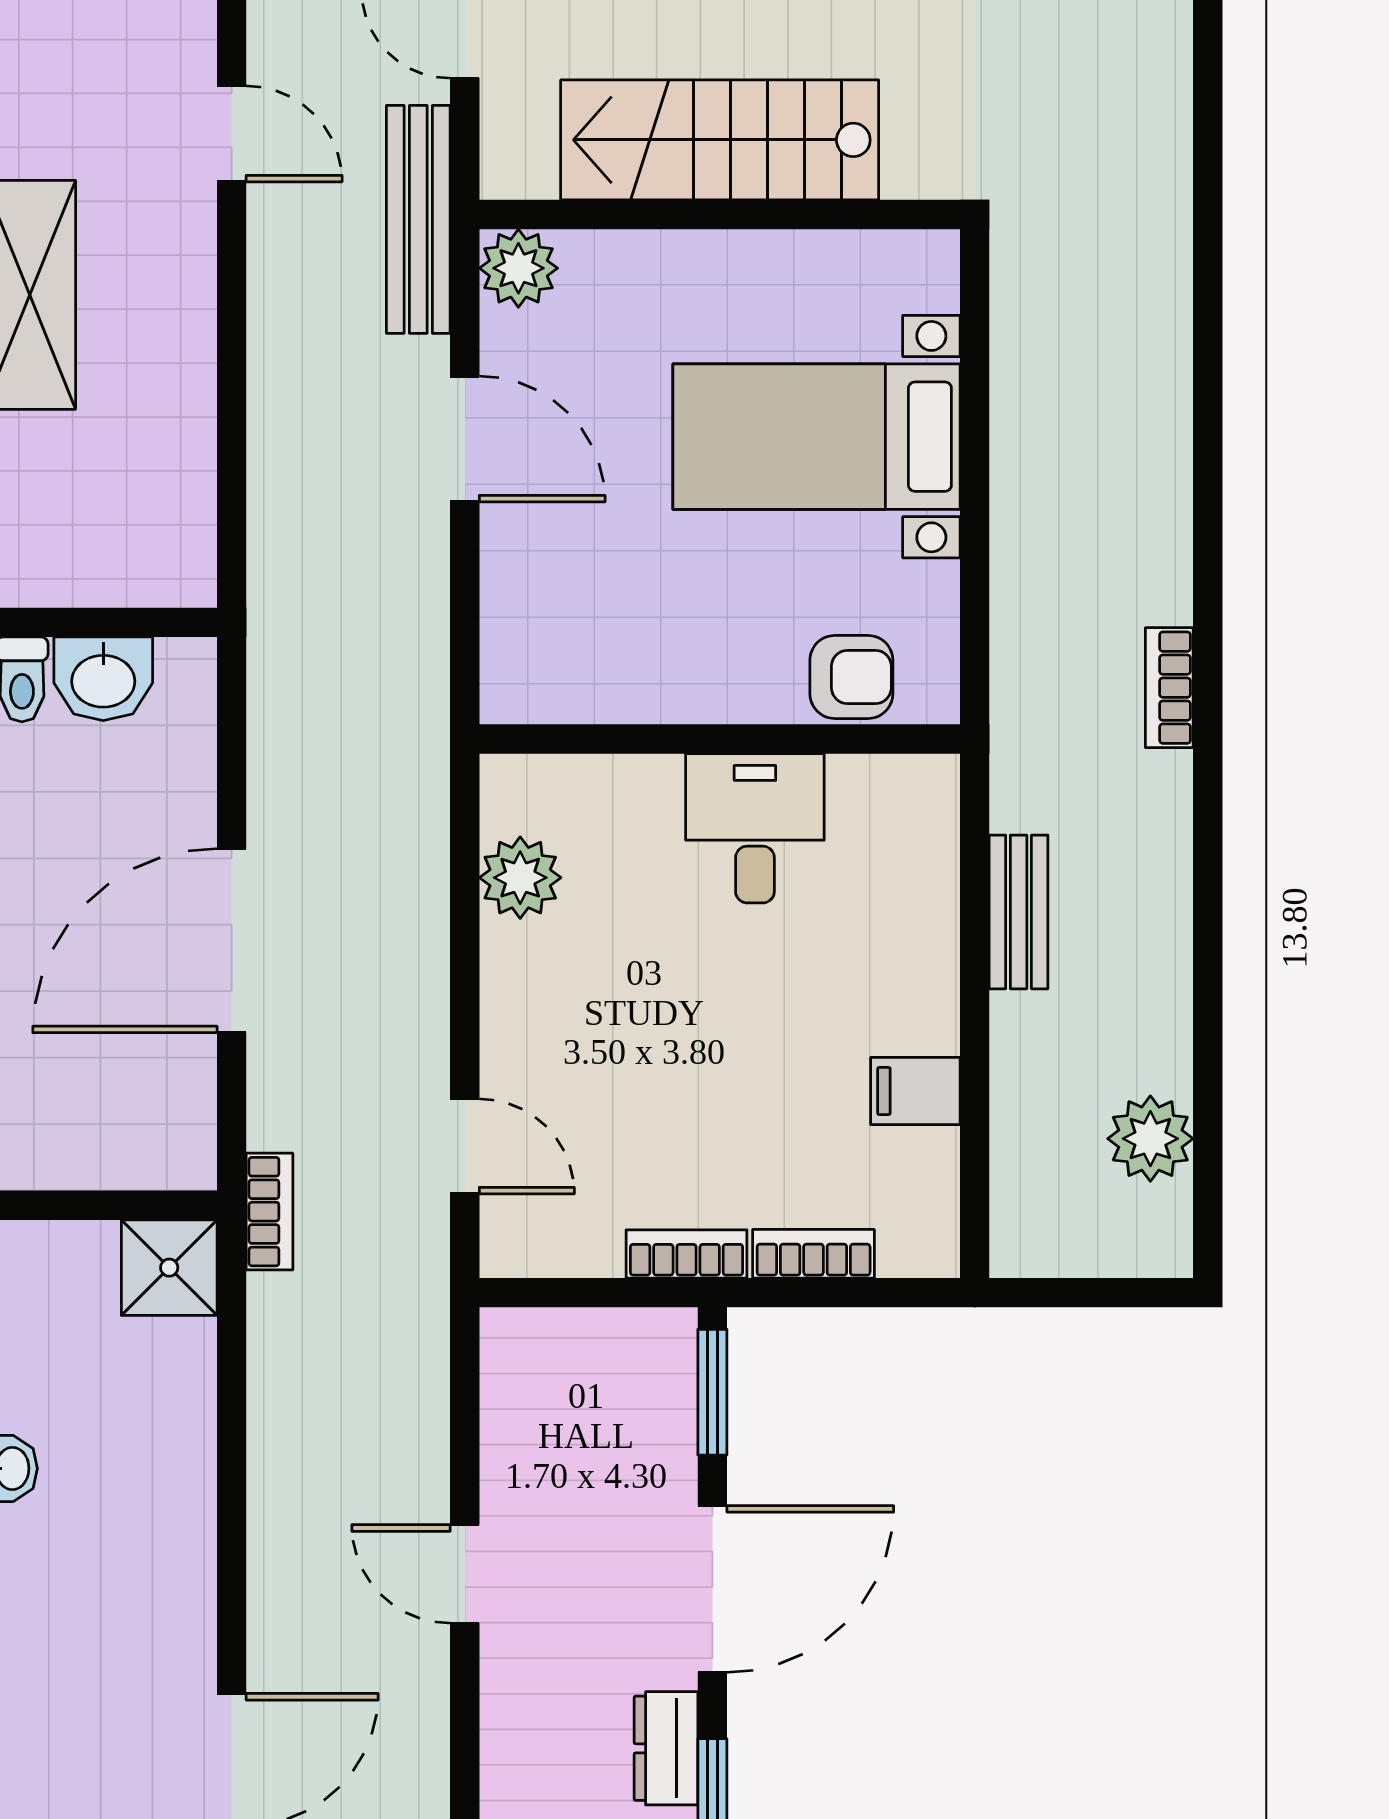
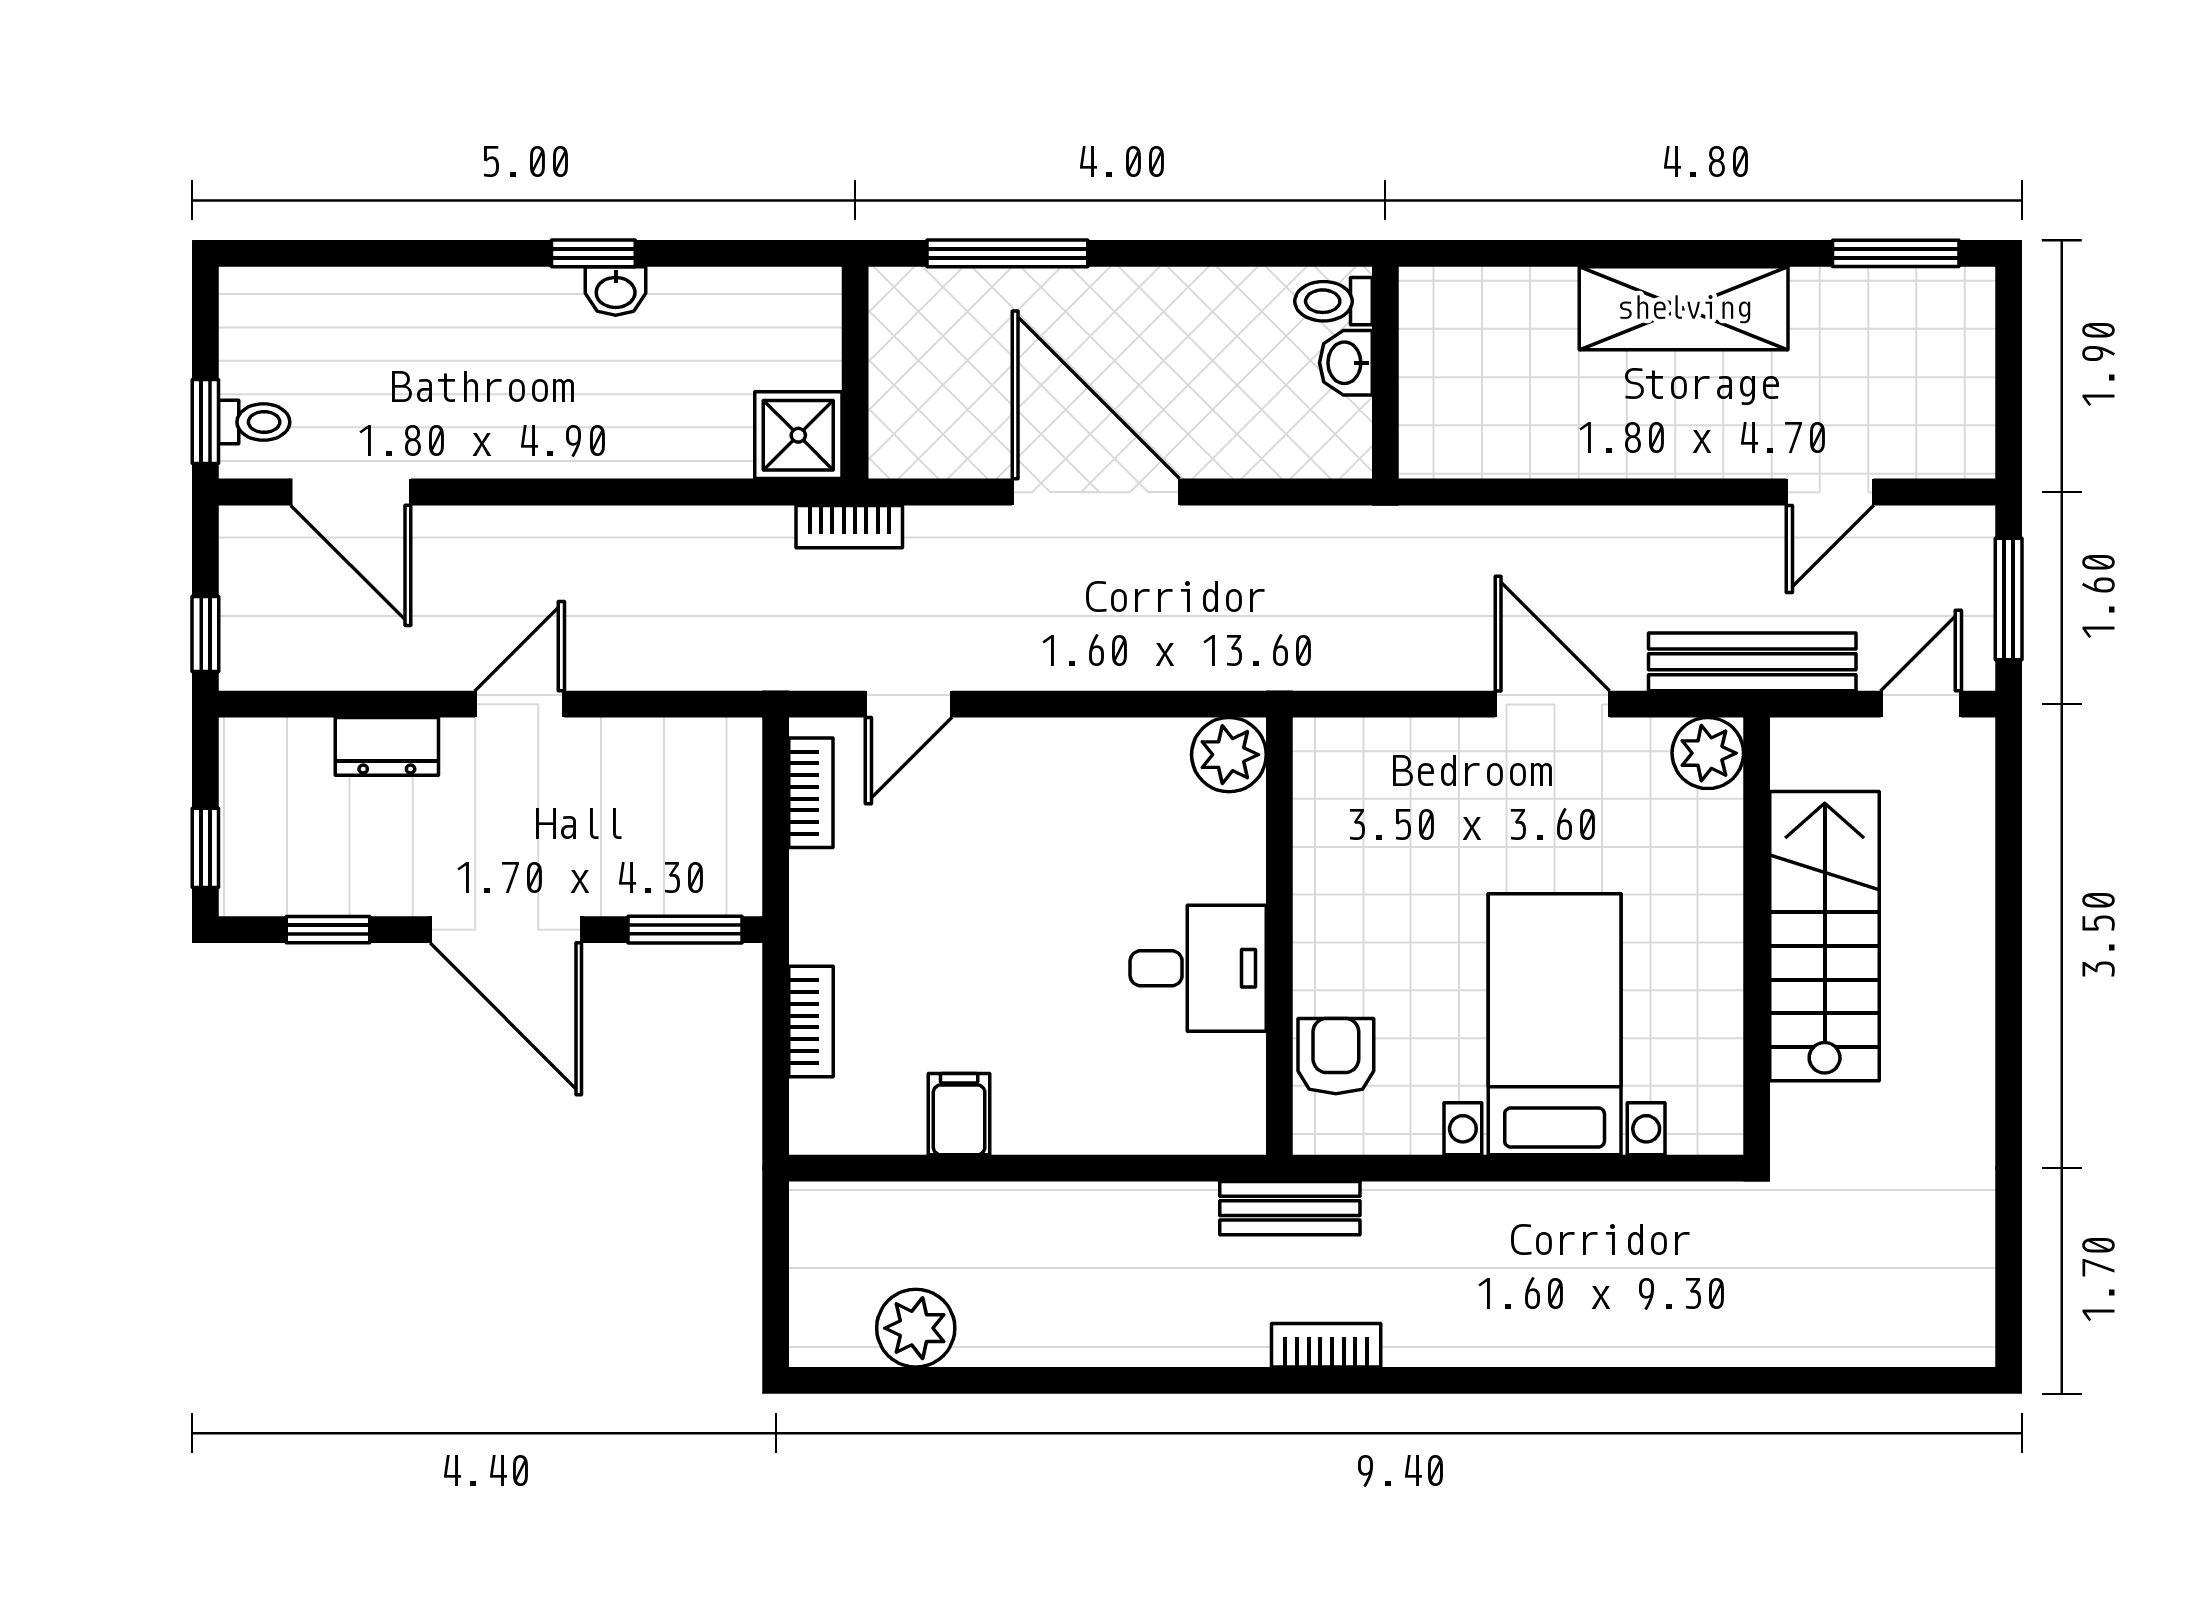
door: (465, 439) -> (1552, 704), swing flipped
armchair: (851, 677) -> (1336, 1056), turned 180
washbasin: (103, 679) -> (1346, 363), width x0.72, depth x0.69
plant: (520, 878) -> (1229, 755), moved
bench: (1019, 912) -> (1290, 1208), moved
bookcase: (686, 1254) -> (811, 793), moved
dresser: (666, 1748) -> (387, 746), moved, turned 180

